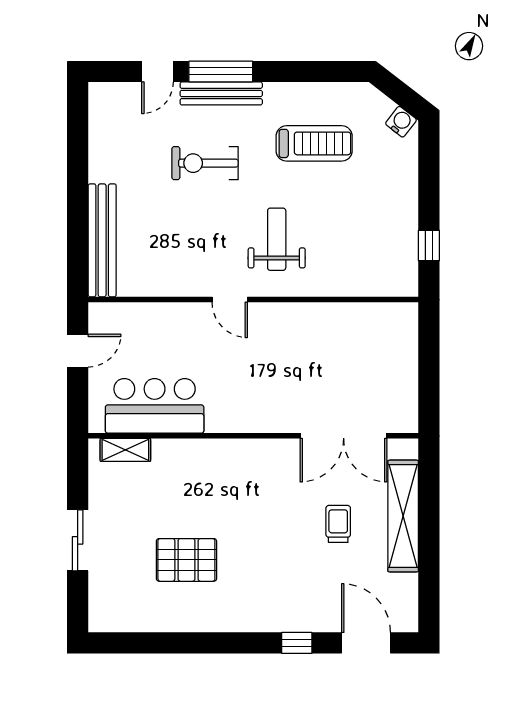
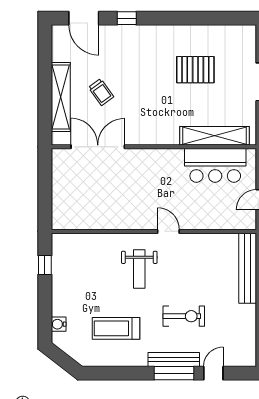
water cooler: (401, 122) -> (59, 324), moved, turned 52
shelving: (125, 450) -> (214, 136), width x2.20, depth x1.33
trolley: (338, 524) -> (101, 92), turned -36

